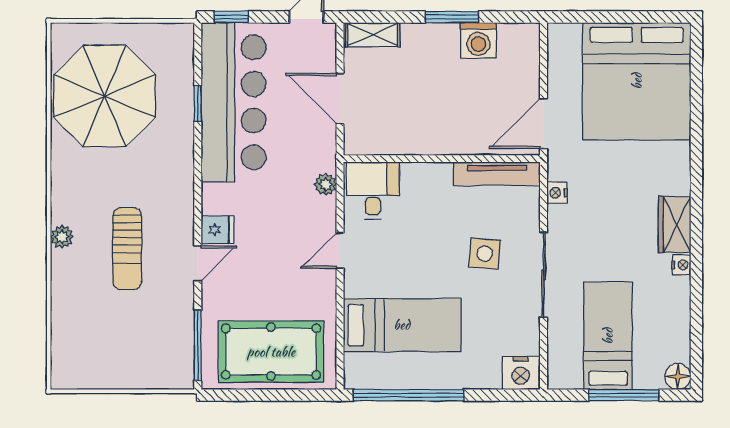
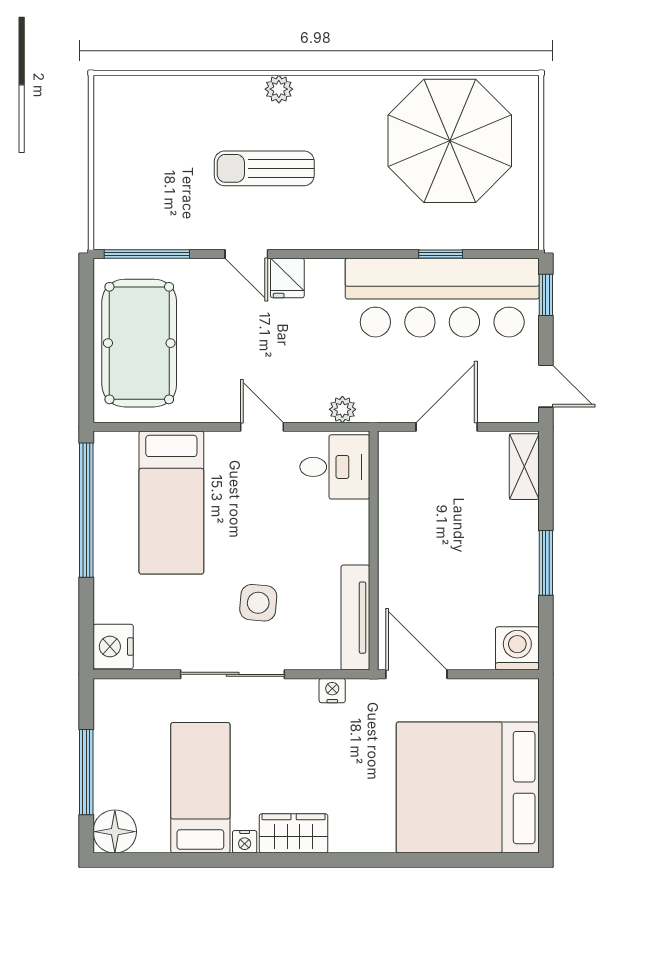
washing machine: (478, 40) -> (517, 648), moved, turned 90
bed: (608, 336) -> (200, 788), moved, turned -90
floor lamp: (678, 377) -> (115, 832), width x1.38, depth x1.38

